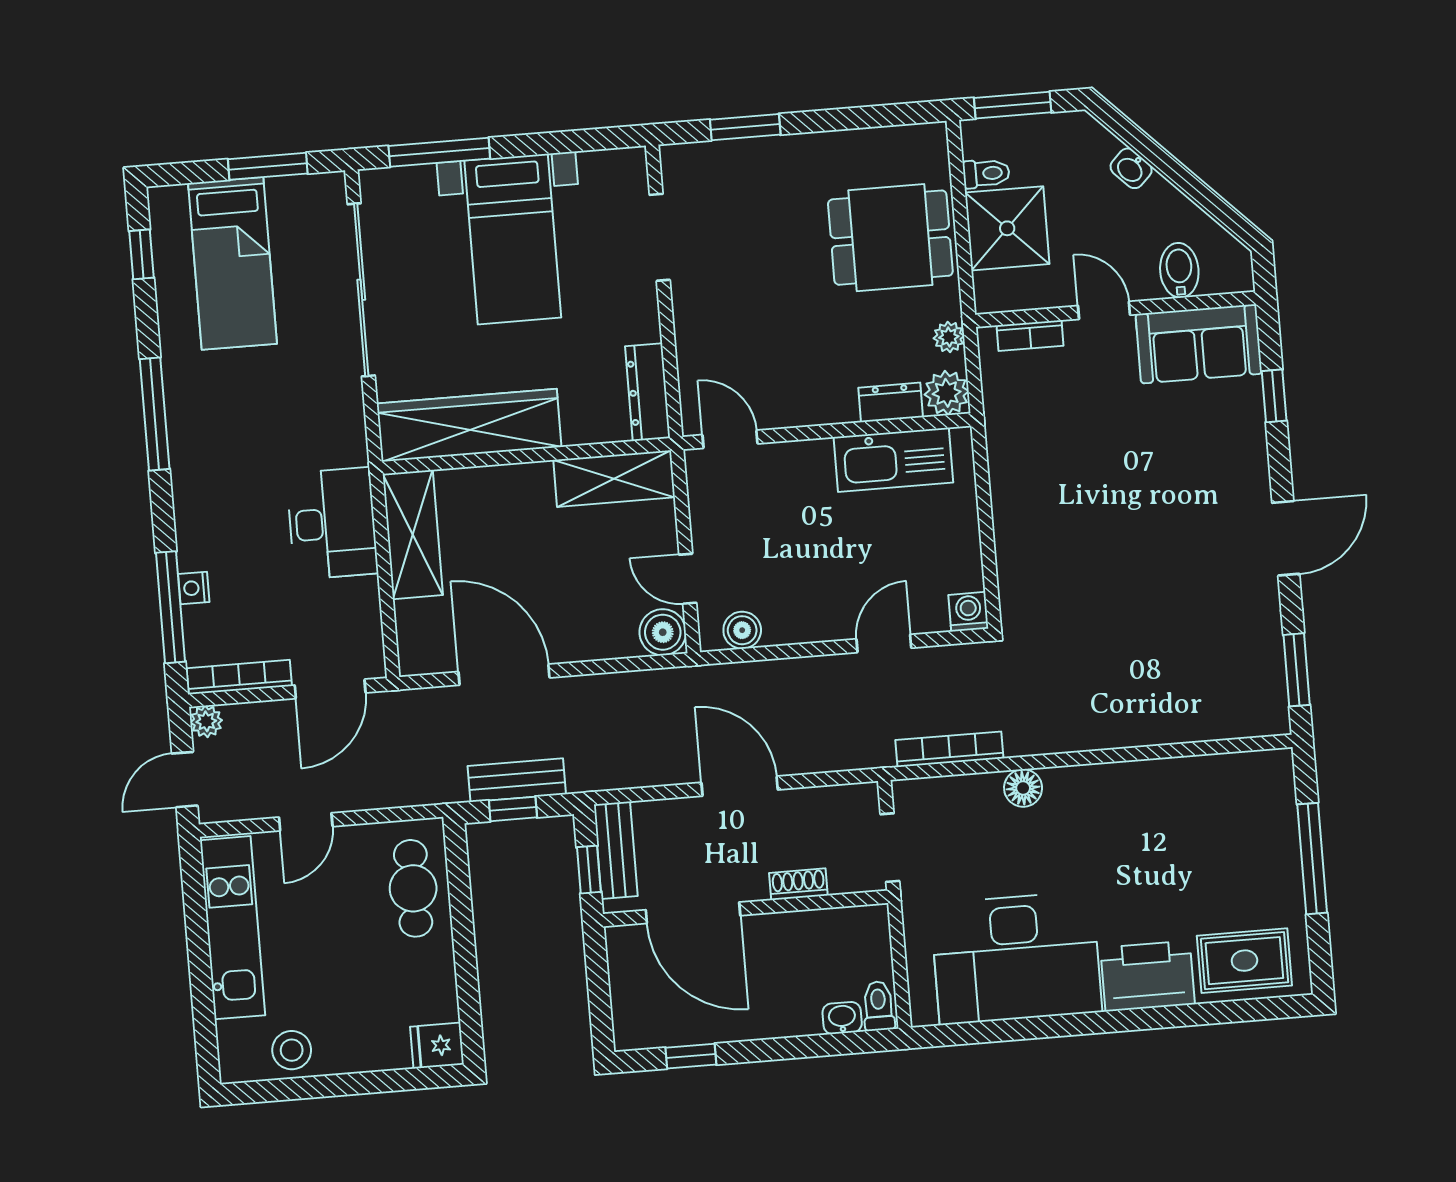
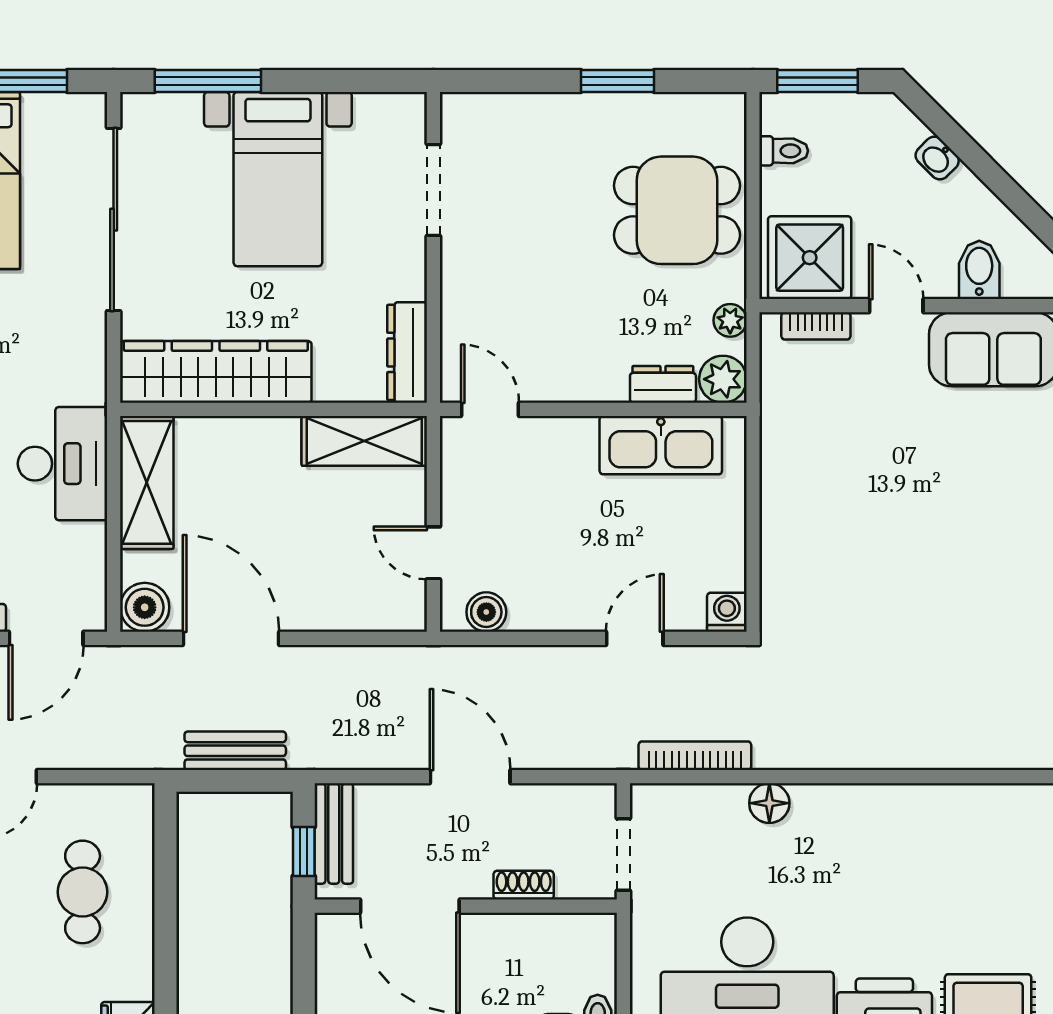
window: (745, 127) -> (617, 81), moved
shower: (1007, 228) -> (810, 258), moved
boiler: (663, 632) -> (145, 607), moved
window: (513, 809) -> (229, 781), removed
cafe table: (413, 888) -> (83, 892), moved

